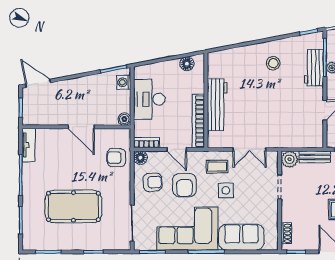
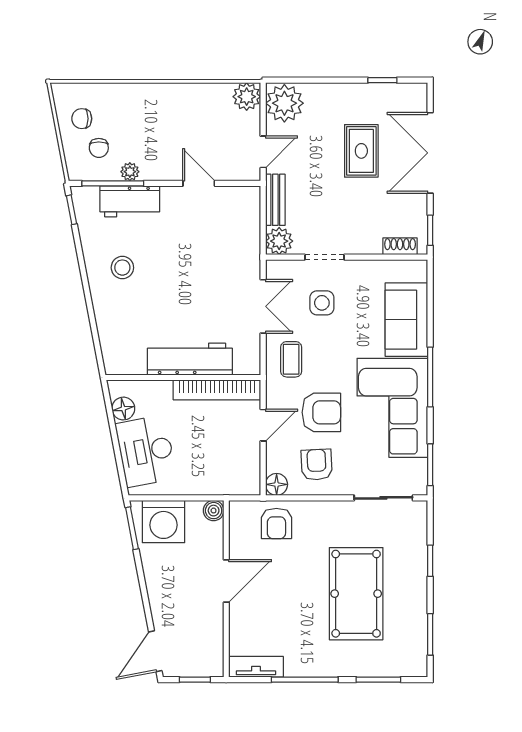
washing machine: (124, 82) -> (163, 522), width x1.89, depth x1.89
desk: (149, 99) -> (146, 451), moved, turned 79
bookcase: (146, 143) -> (252, 474), removed
side table: (226, 190) -> (322, 303), moved

